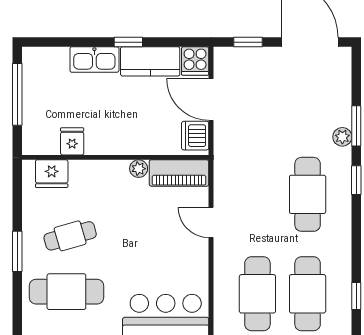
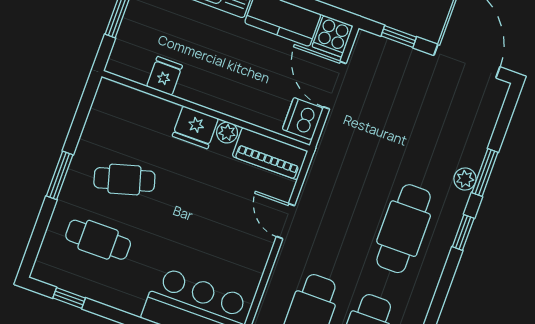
fridge: (52, 174) -> (195, 127), moved
cafe table: (66, 292) -> (98, 240), width x0.73, depth x0.74

